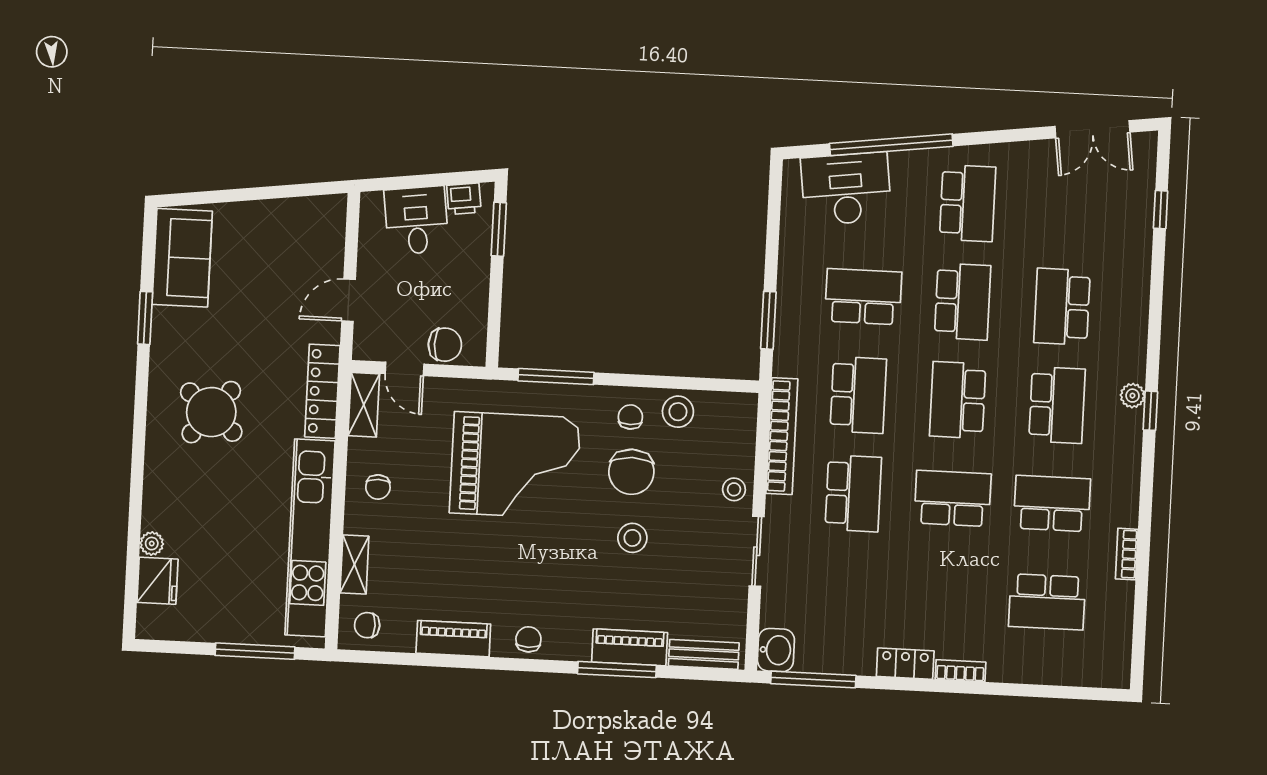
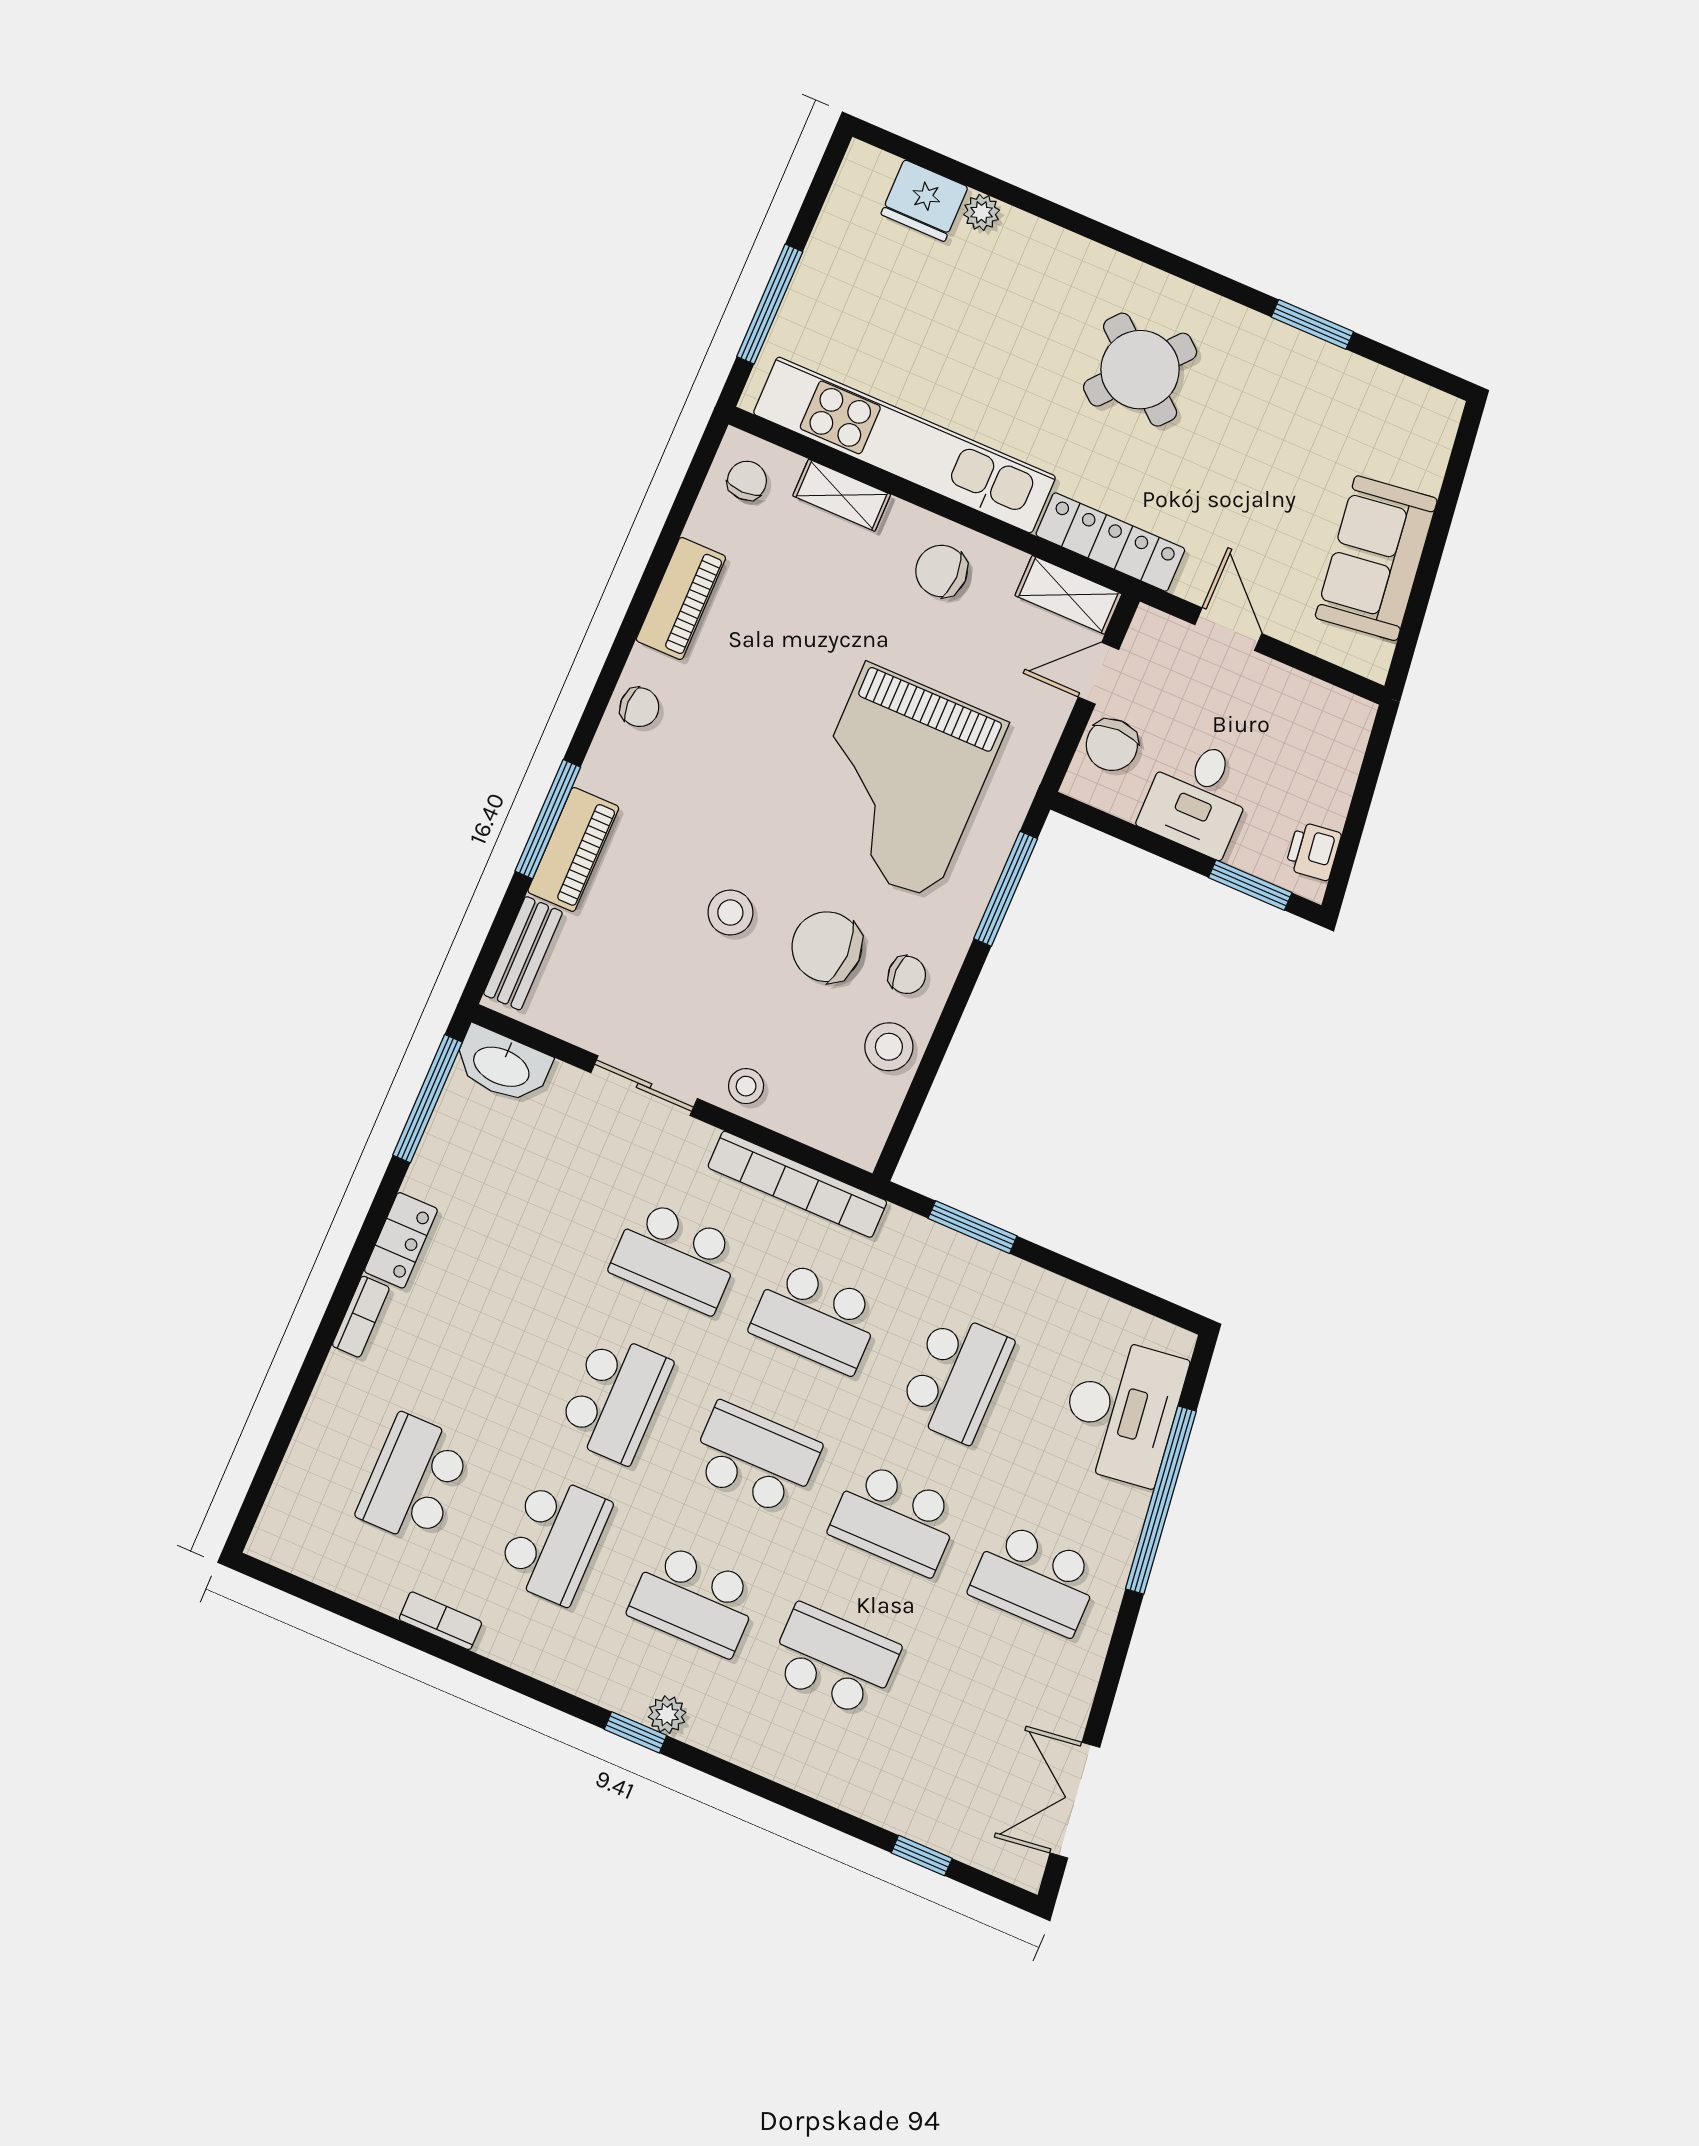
desk: (416, 220) -> (1198, 797), moved, turned 97
sofa: (182, 258) -> (1376, 558), moved, turned 83
chair: (378, 487) -> (941, 571), width x1.37, depth x1.37
washbasin: (776, 650) -> (502, 1065), width x1.38

